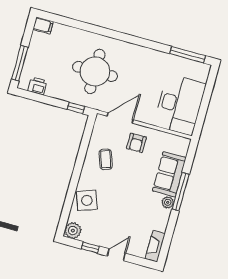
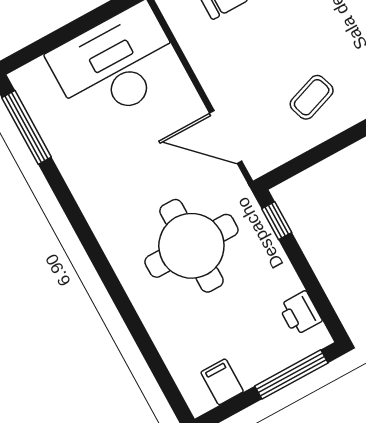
filing cabinet: (43, 25) -> (222, 382), moved
armchair: (136, 143) -> (240, 74), removed

